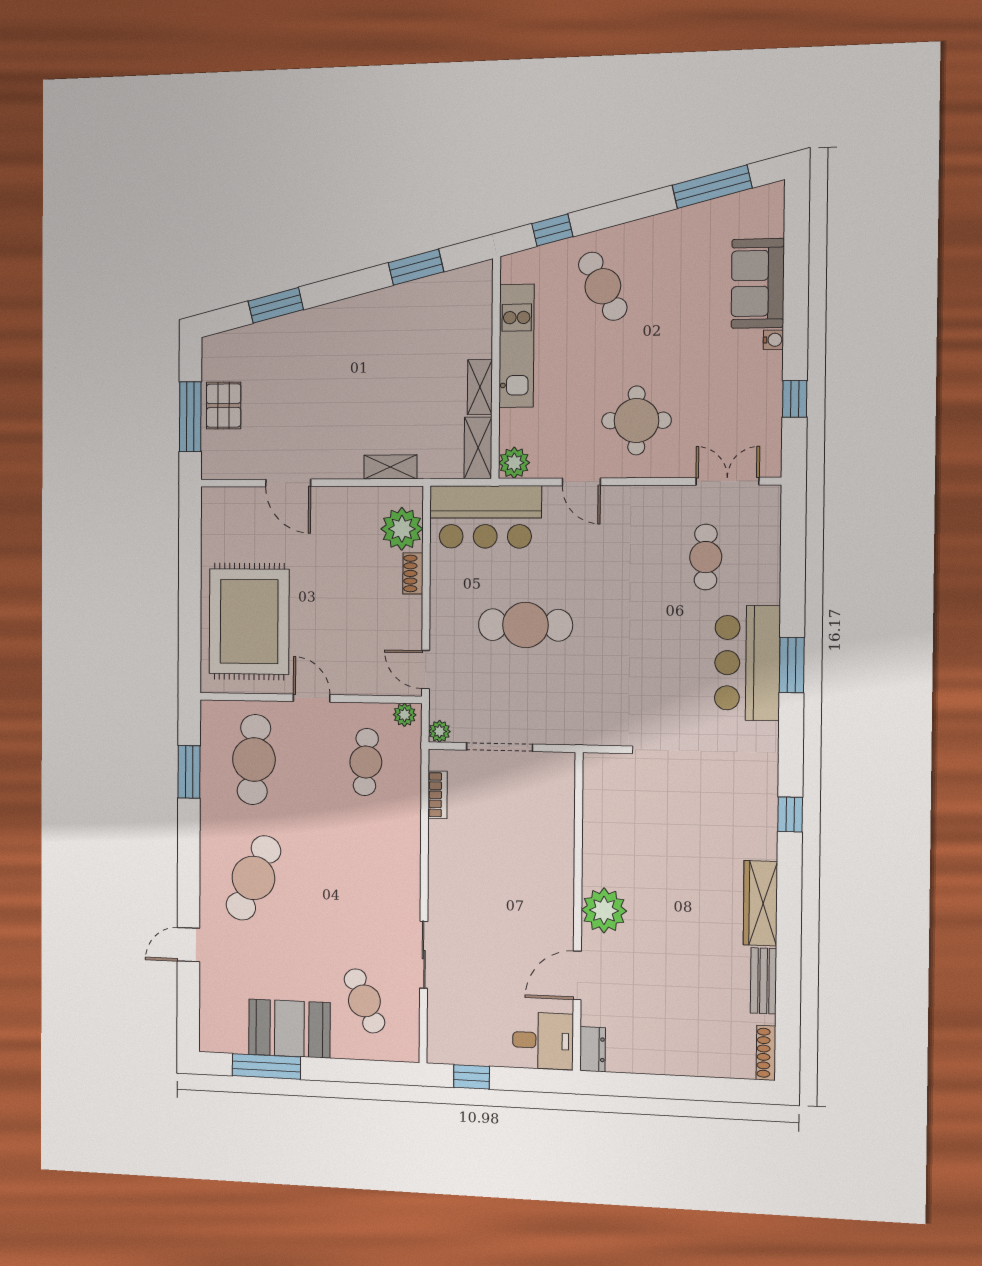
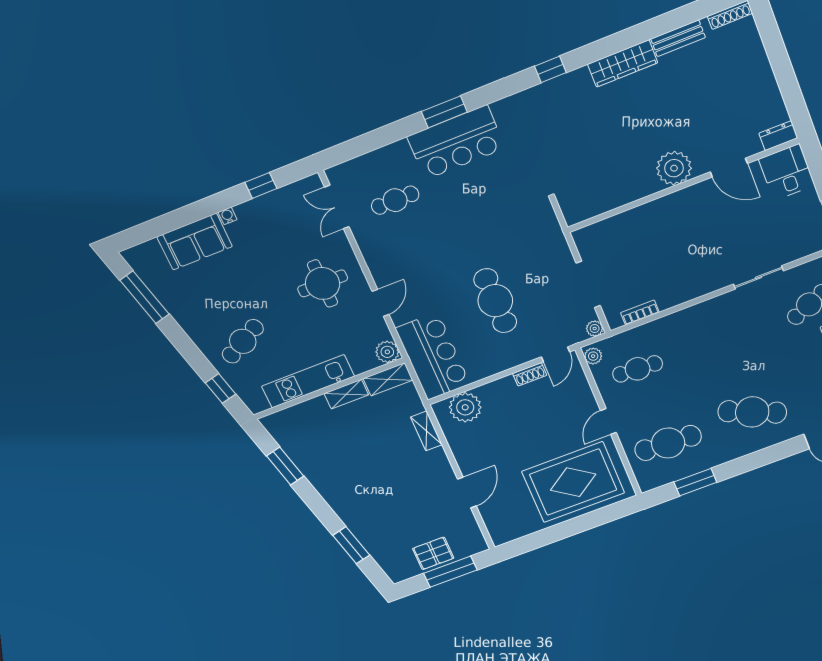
shoe rack: (413, 573) -> (530, 374), moved

